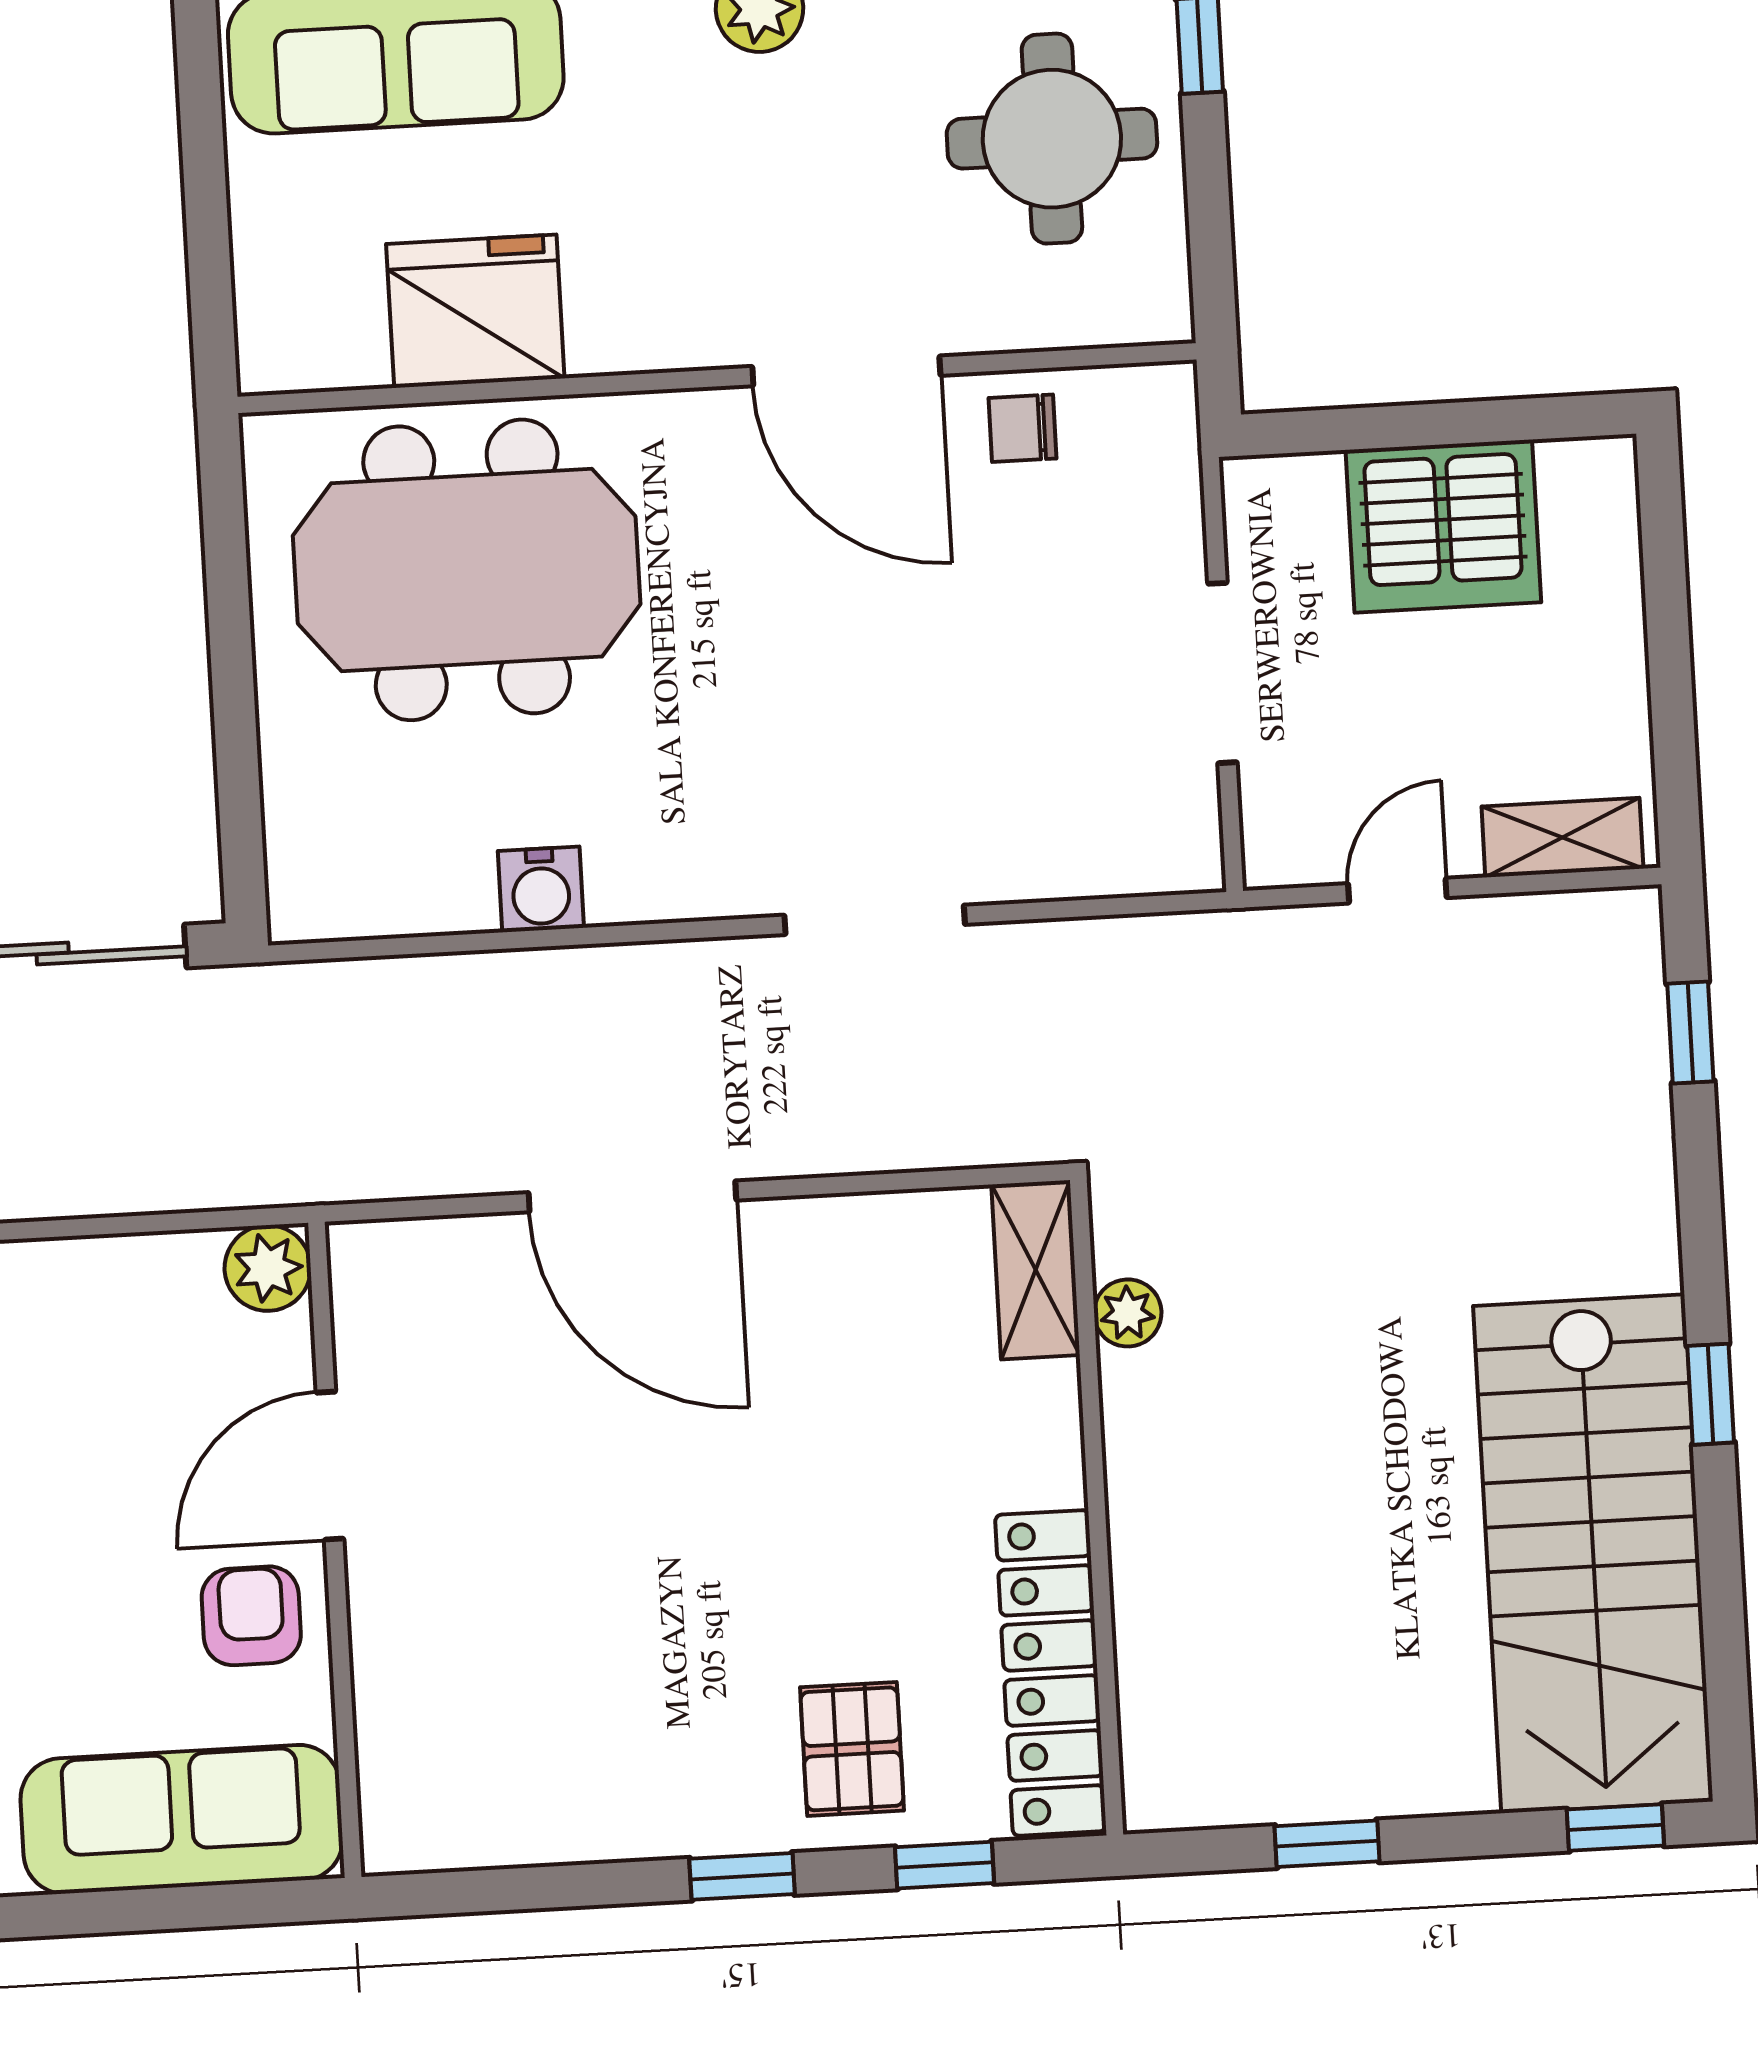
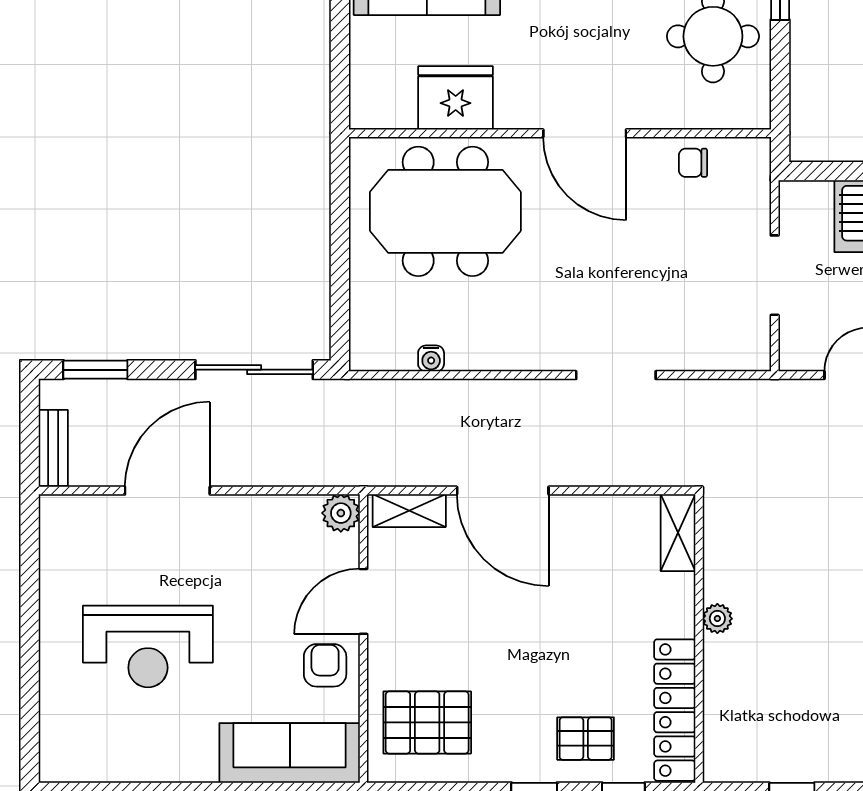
door: (846, 371) -> (585, 133), moved
water cooler: (541, 889) -> (431, 358), moved, width x0.72, depth x0.72
shelving: (423, 1254) -> (409, 511), added
plant: (1128, 1313) -> (717, 619), moved
pallet: (490, 1733) -> (427, 722), added
pallet: (852, 1749) -> (586, 739), turned 90

